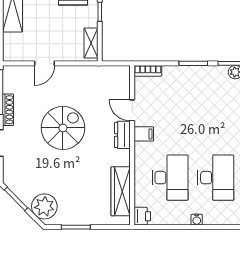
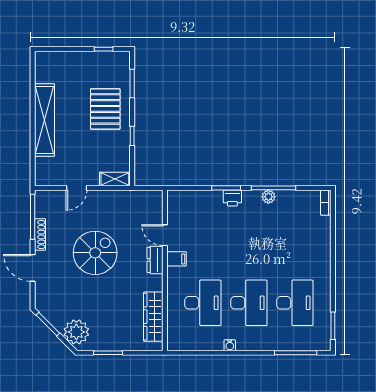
shelving: (91, 43) -> (115, 179), moved, turned 90
bookcase: (148, 71) -> (181, 195), removed
printer: (142, 216) -> (232, 198), moved, turned 90

